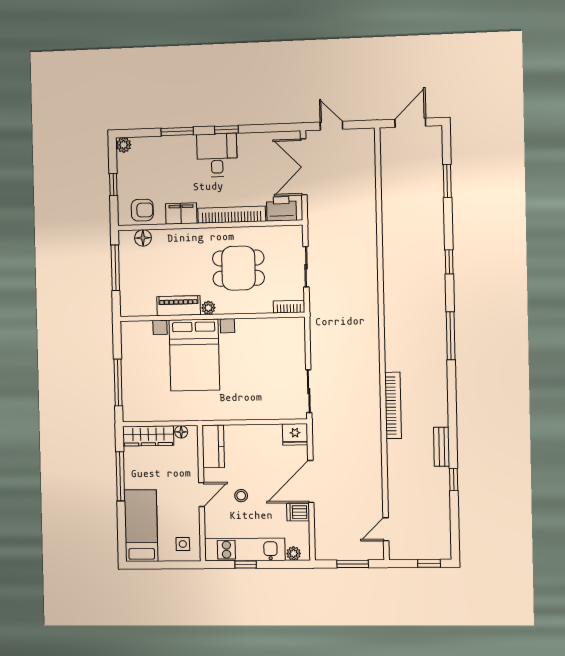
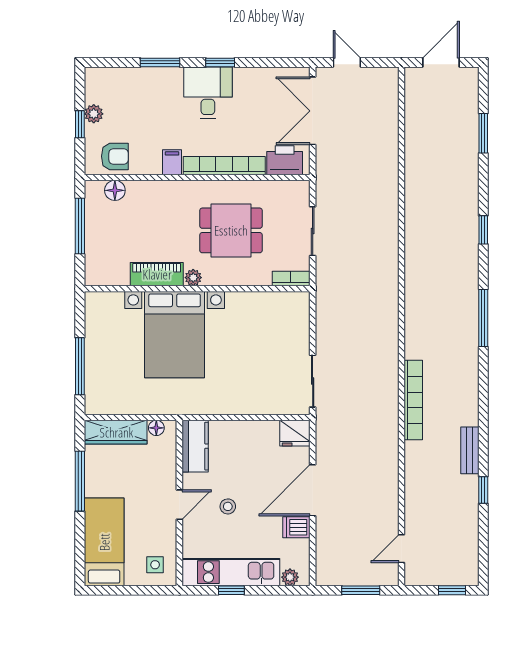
plant: (124, 145) -> (94, 114), moved
filing cabinet: (181, 214) -> (172, 162), width x0.50

